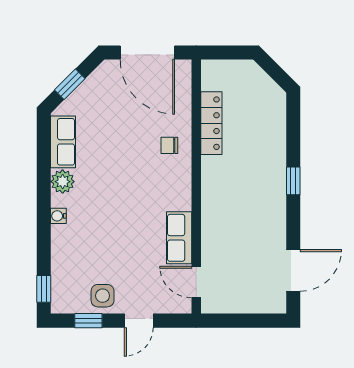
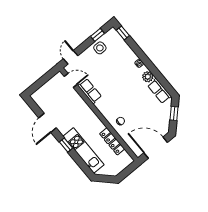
kitchen unit: (272, 148) -> (83, 150), added
door: (293, 270) -> (48, 123), moved
door: (139, 321) -> (71, 57), moved

